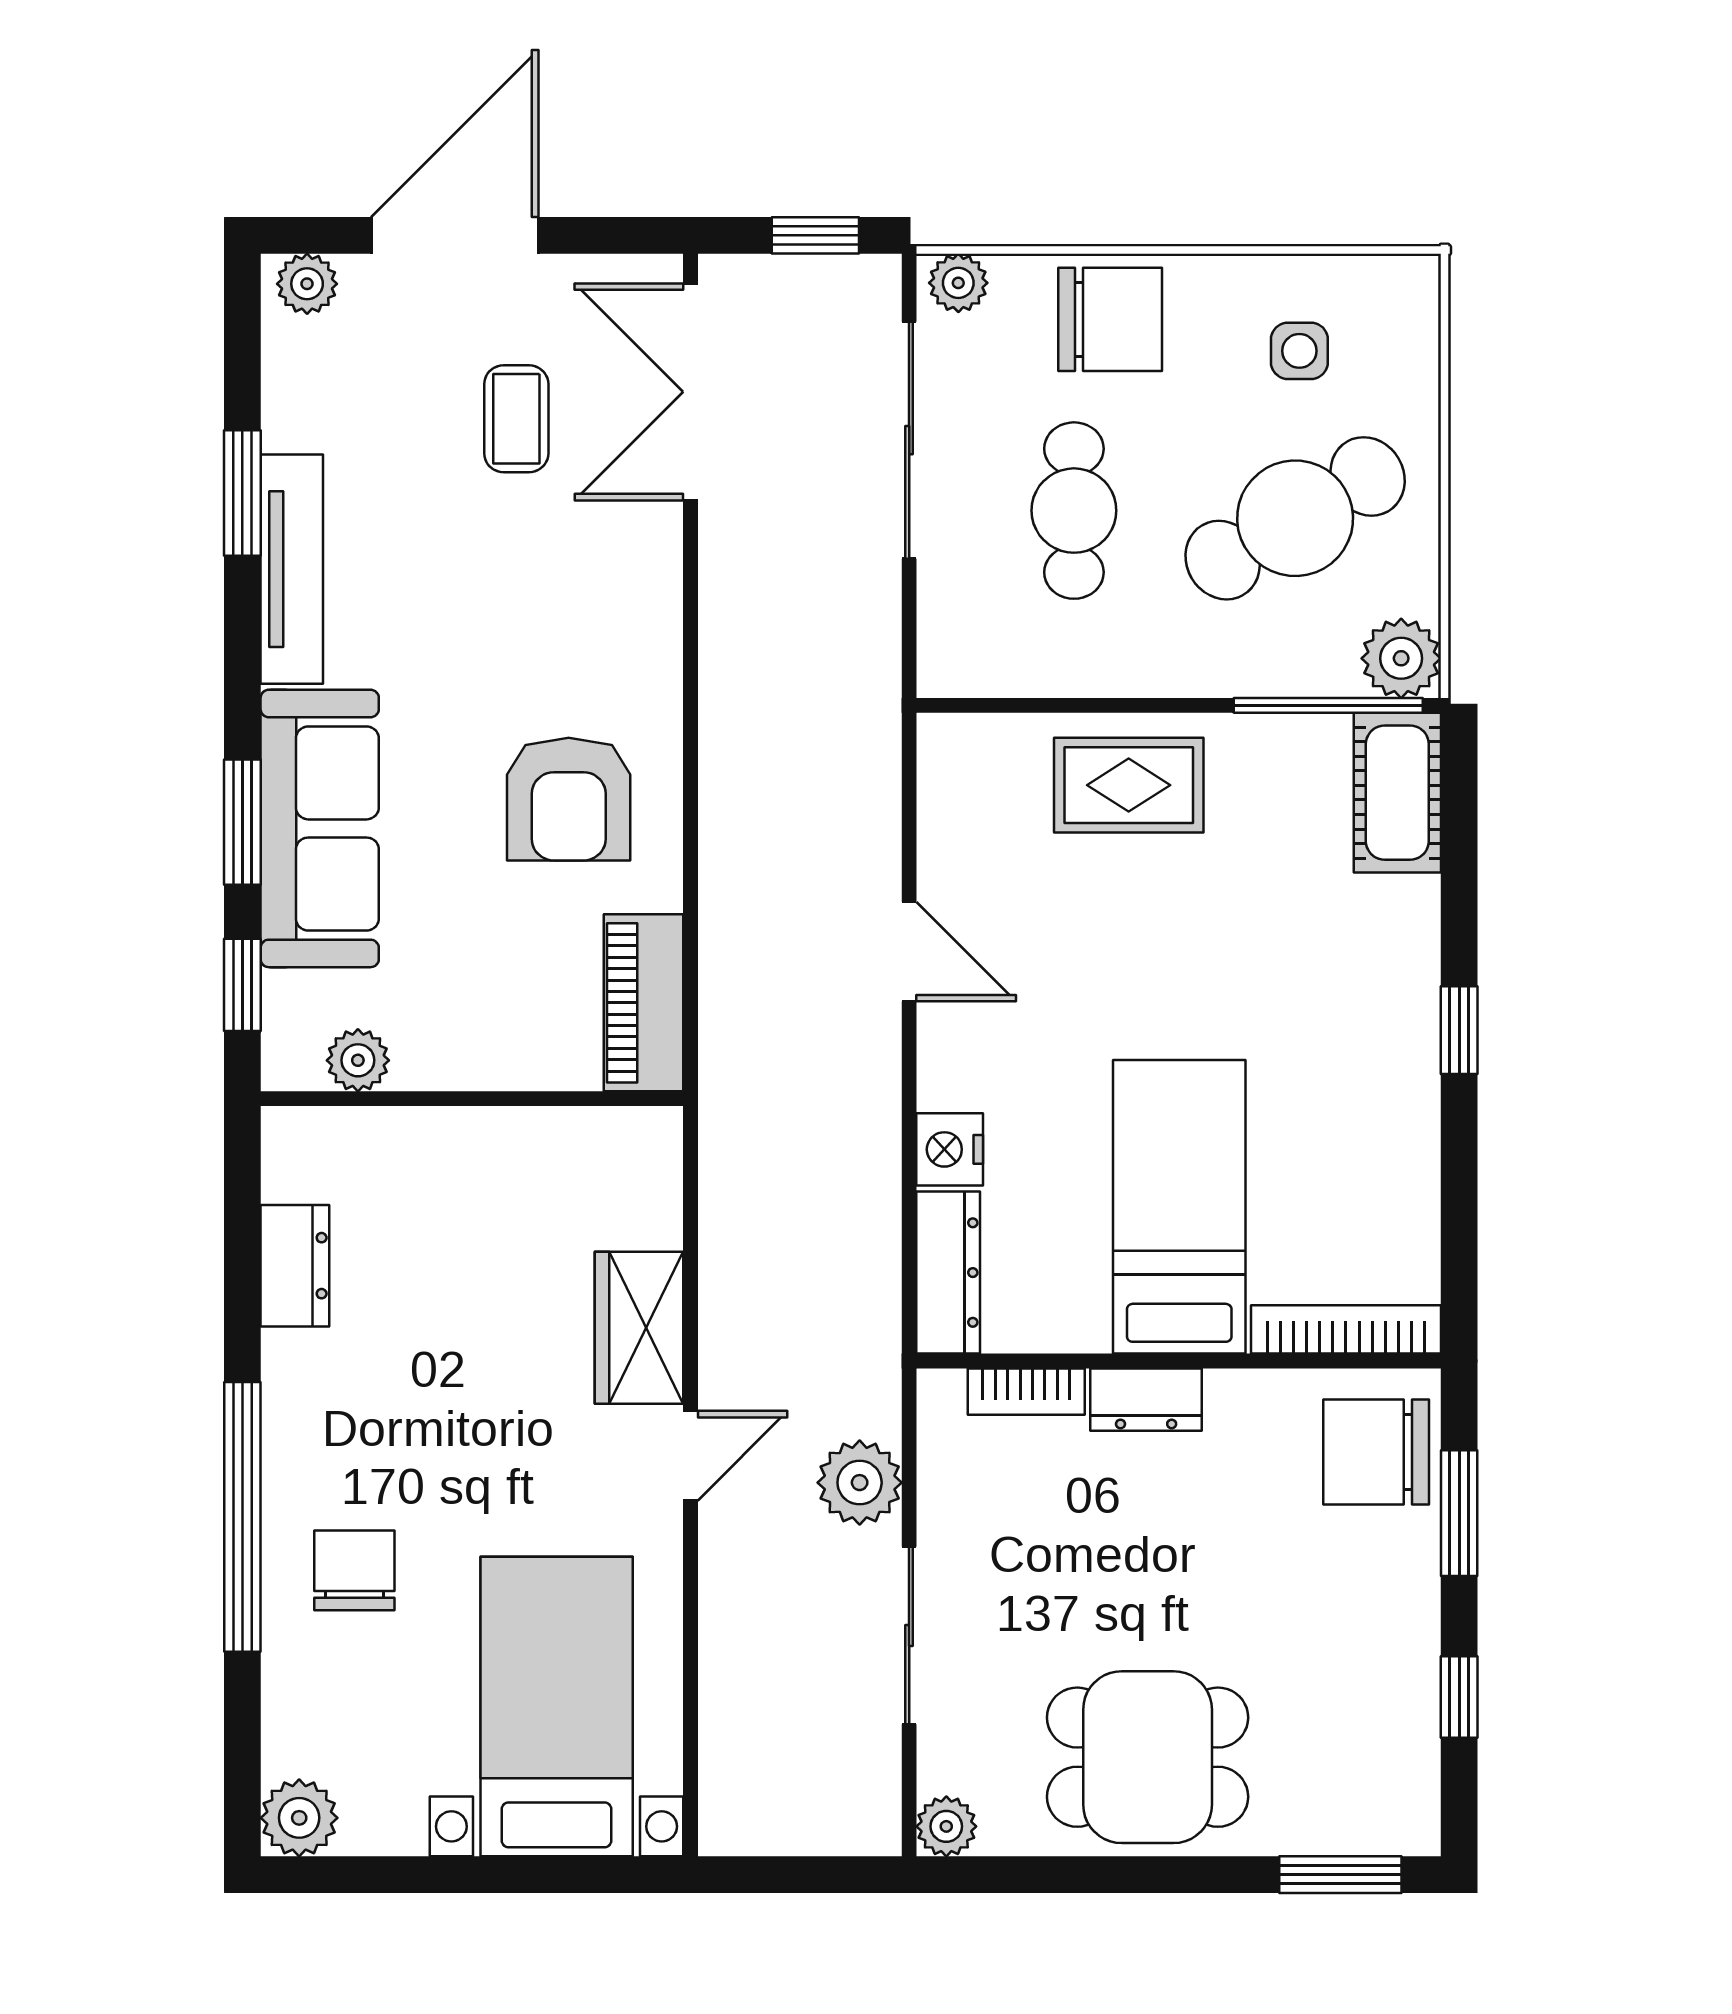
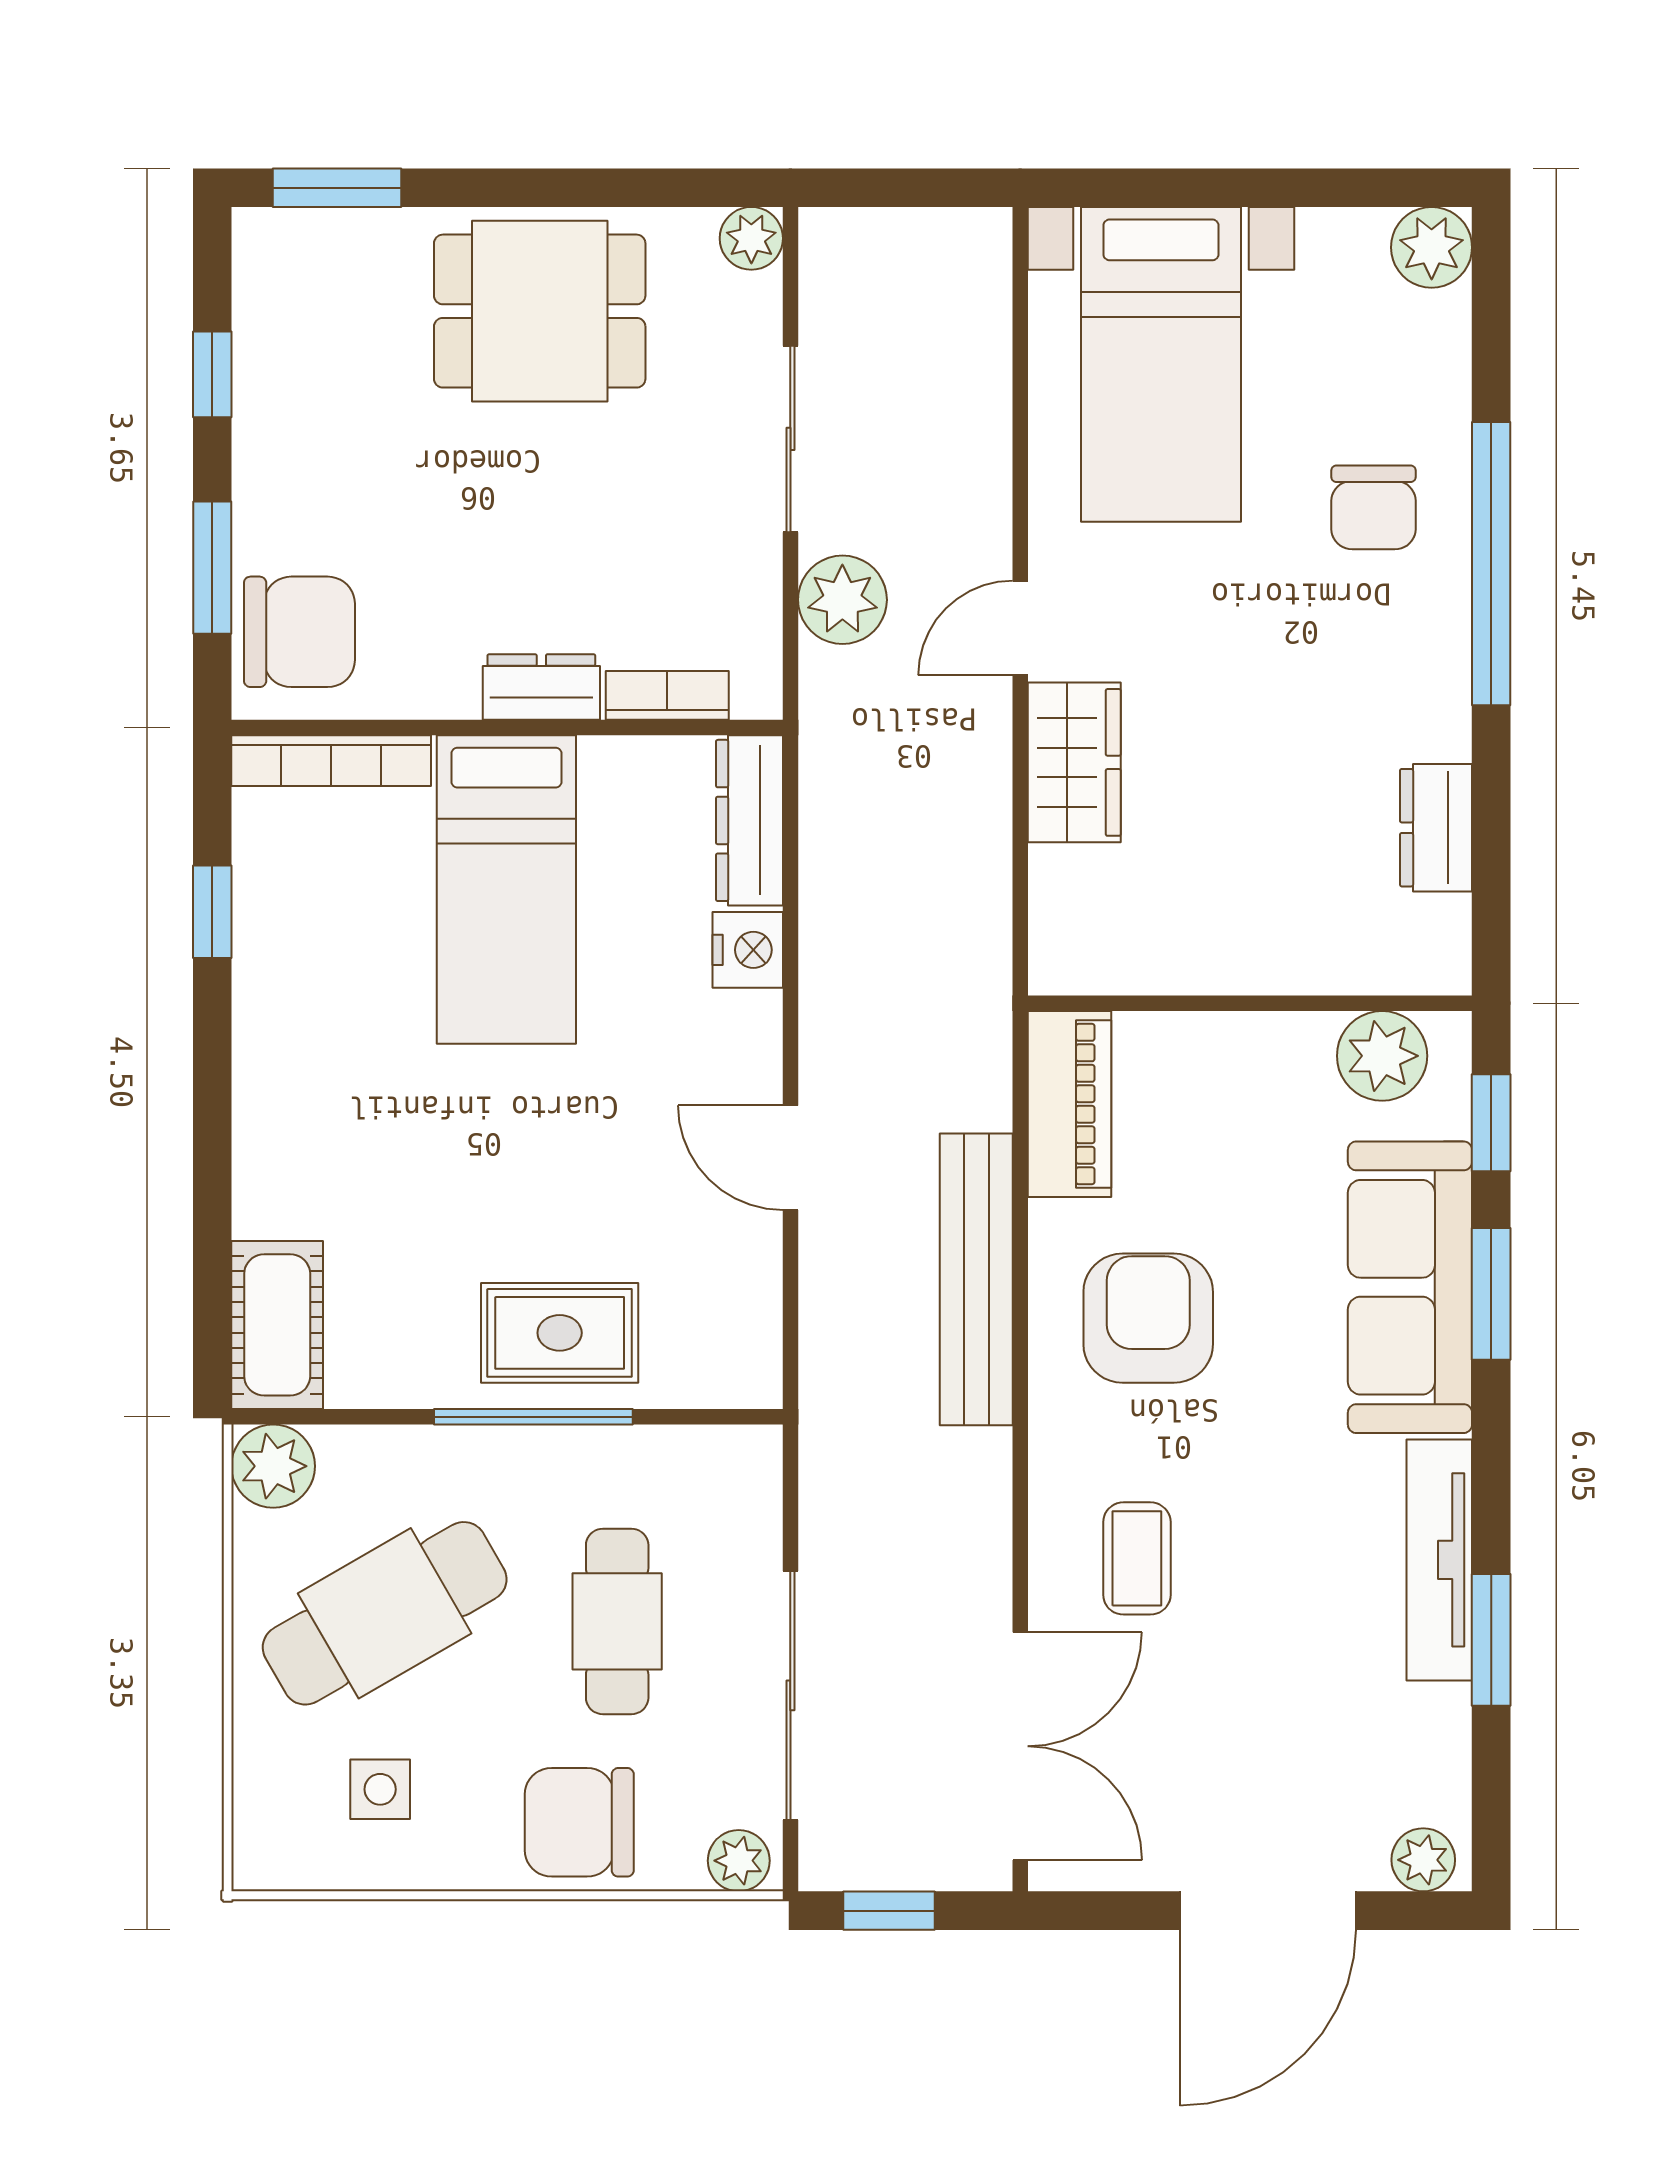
coffee table: (516, 419) -> (1137, 1558), moved
window: (1328, 705) -> (533, 1417), moved
bench: (732, 836) -> (976, 1279), added
window: (1459, 1030) -> (212, 912), moved
plant: (358, 1060) -> (1382, 1056), width x1.38, depth x1.38

